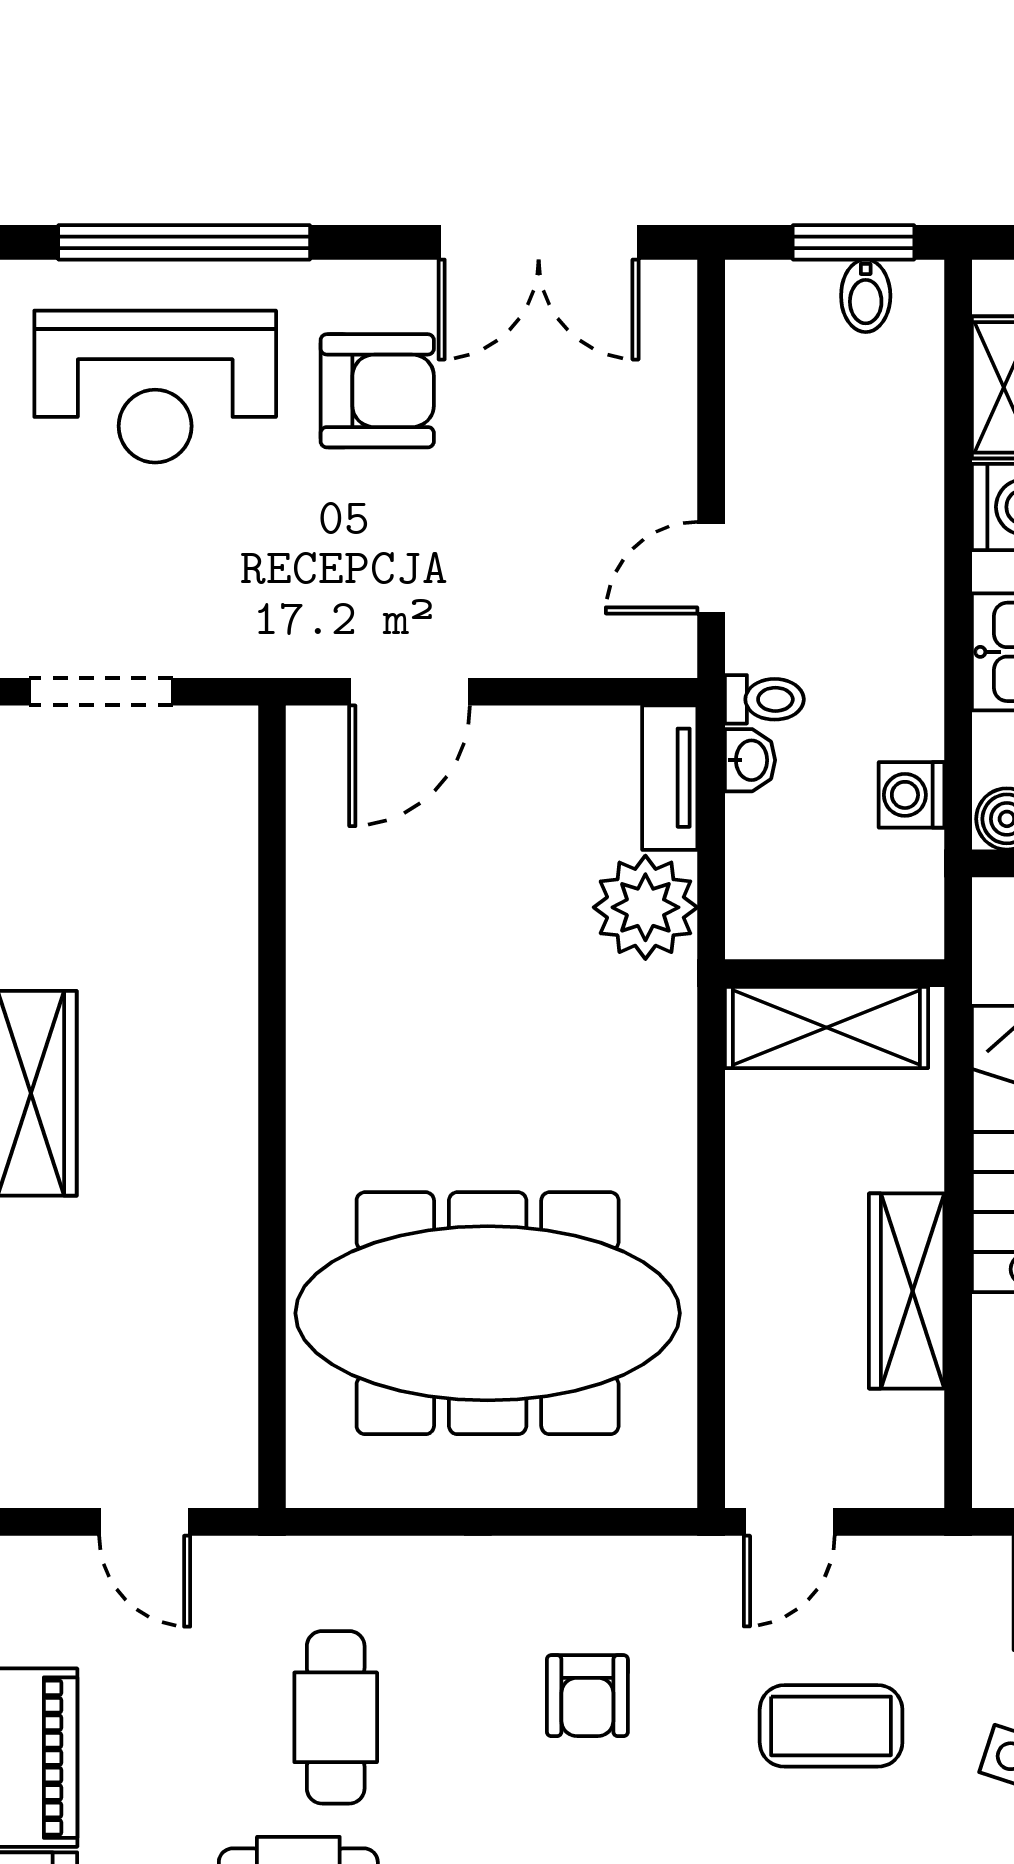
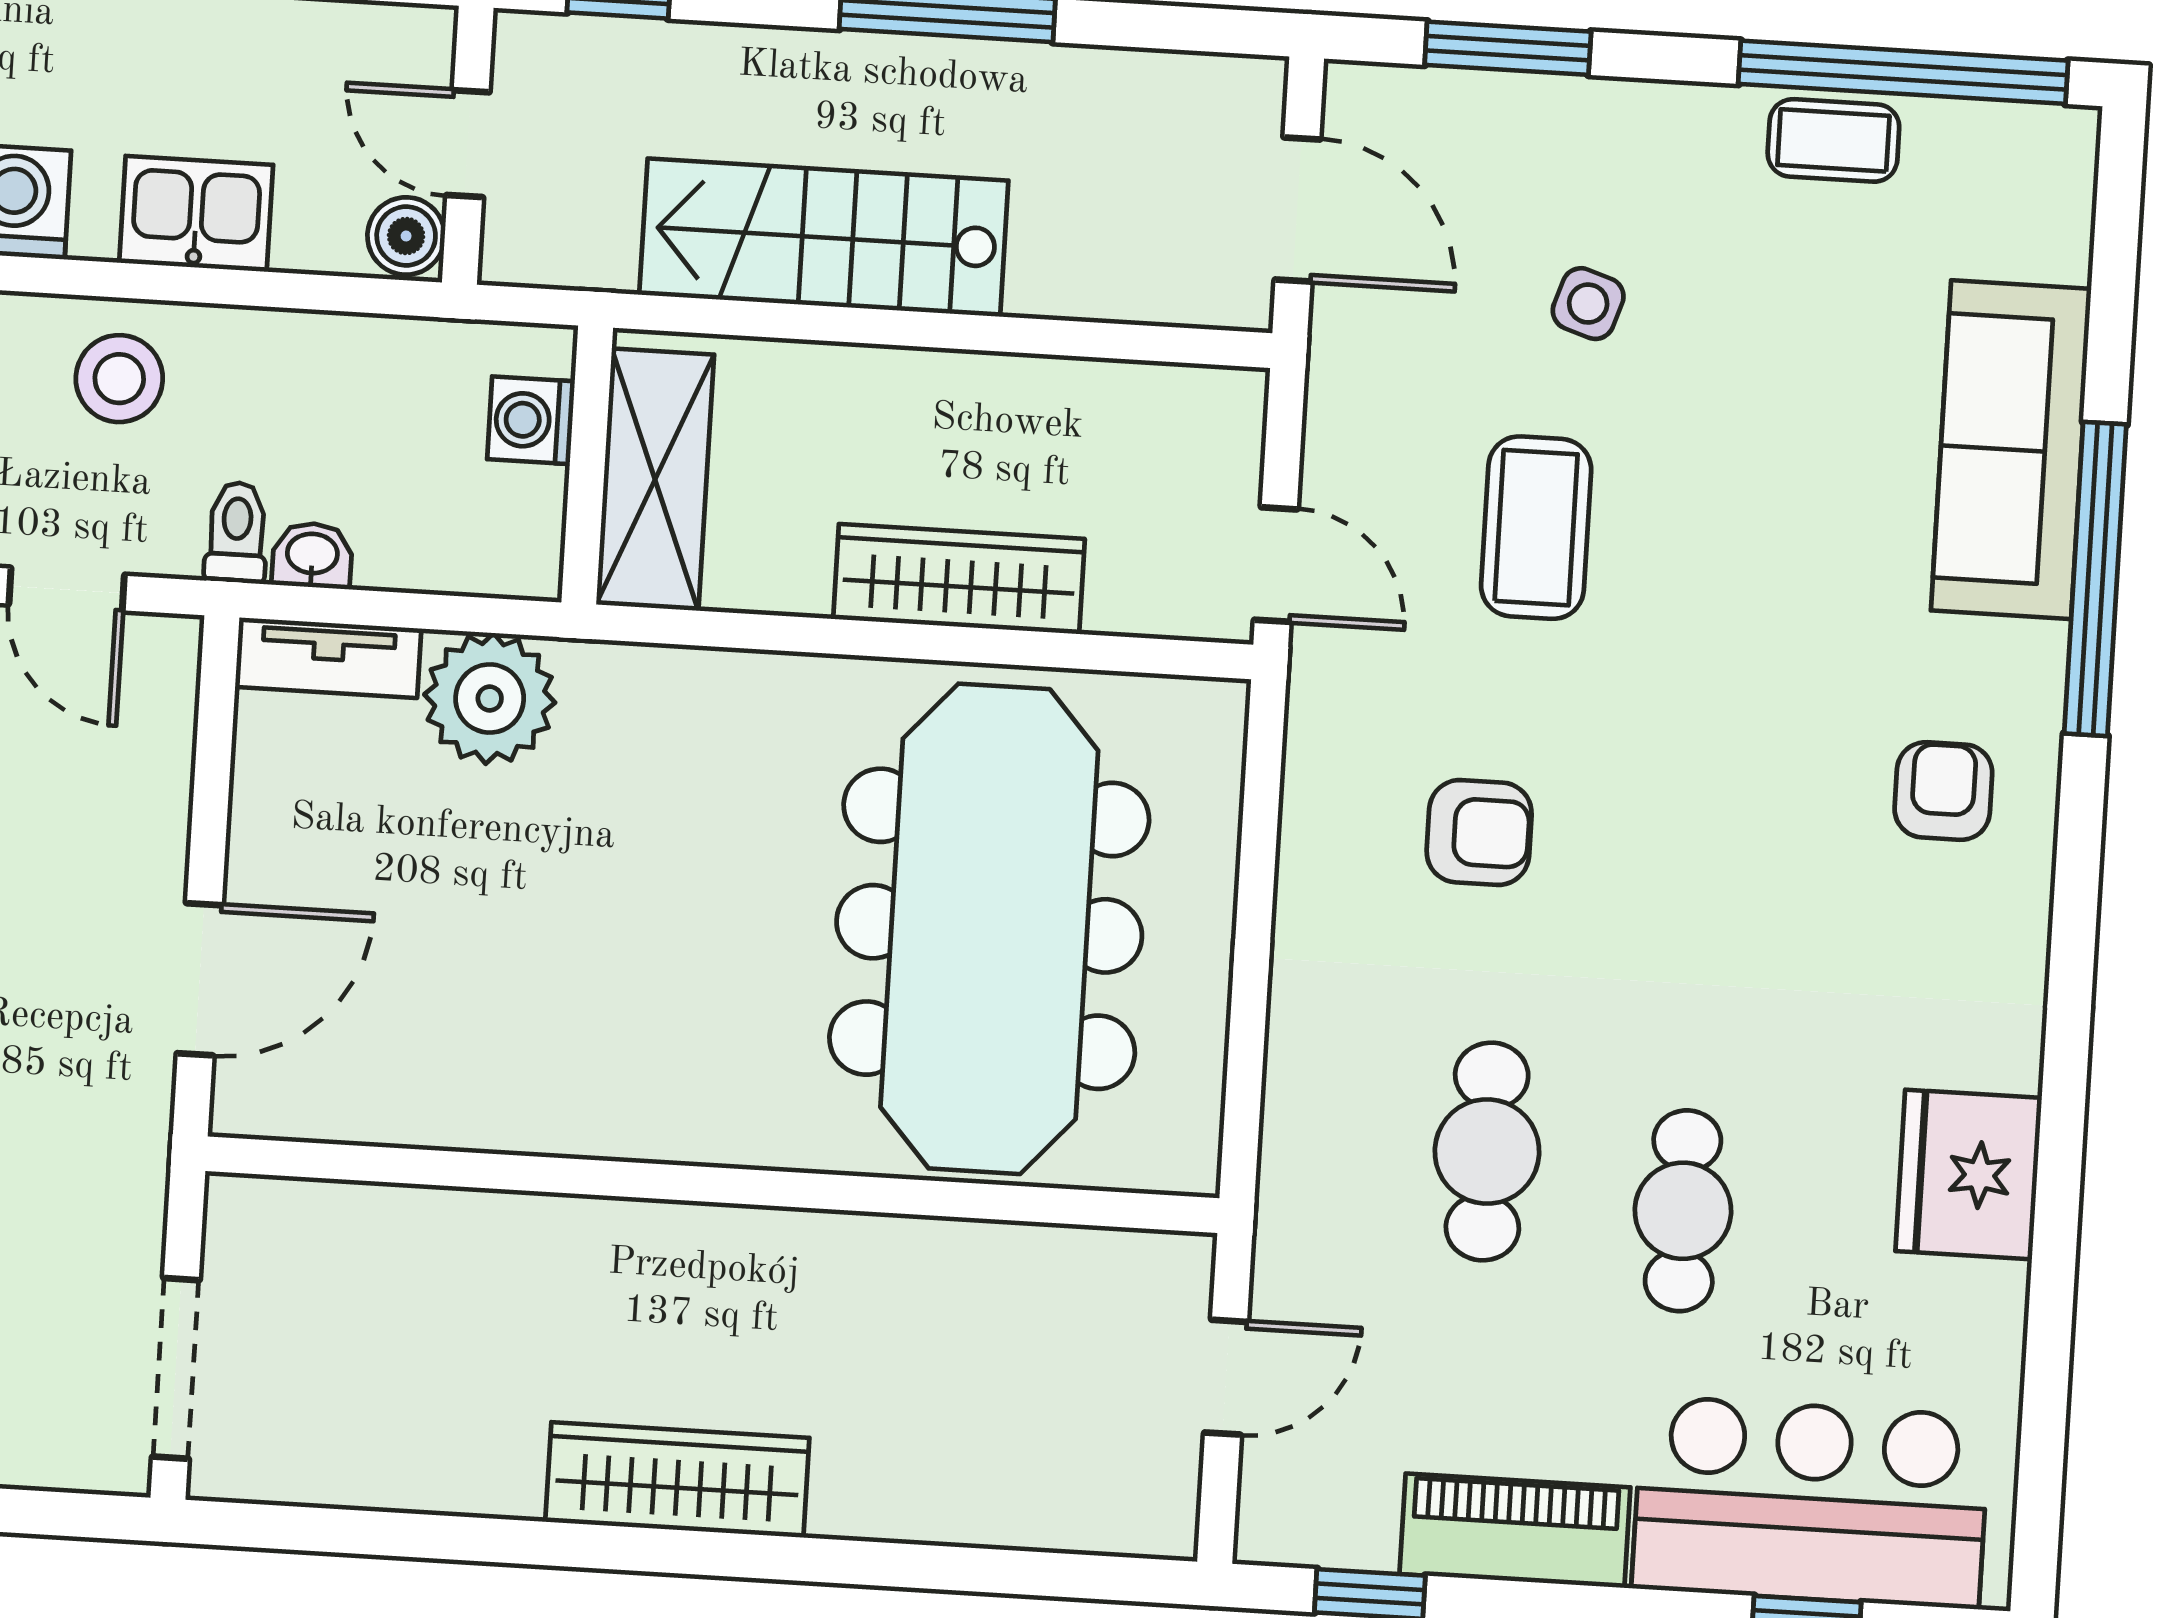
stool: (880, 599) -> (119, 379), added
door: (410, 692) -> (200, 979), hinge flipped
washing machine: (912, 795) -> (531, 420), moved, turned 90
wardrobe: (907, 1291) -> (959, 579), moved, turned 180
cafe table: (336, 1717) -> (1487, 1152), turned 90

